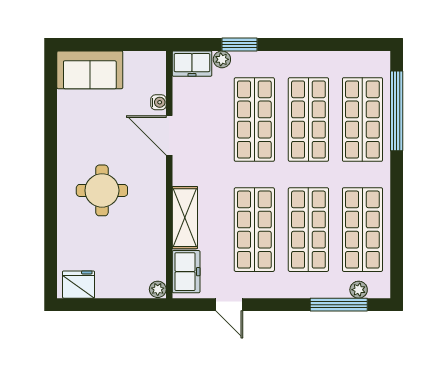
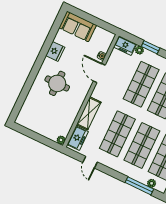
fridge: (79, 285) -> (55, 51), moved, turned 90

